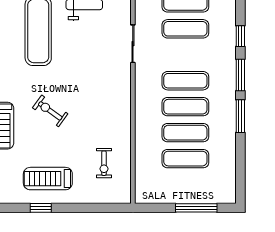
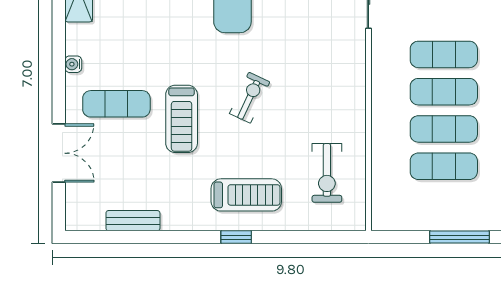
exercise bike: (50, 111) -> (250, 98), turned 79
exercise bike: (104, 163) -> (327, 173), width x1.38, depth x1.39
treadmill: (48, 179) -> (246, 195), turned 180

